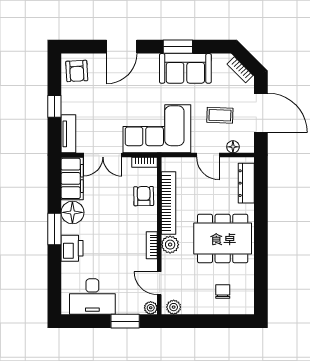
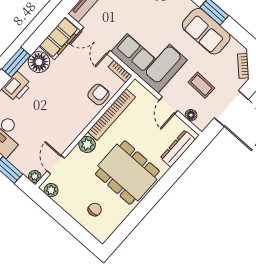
bookcase: (152, 245) -> (74, 134), removed

